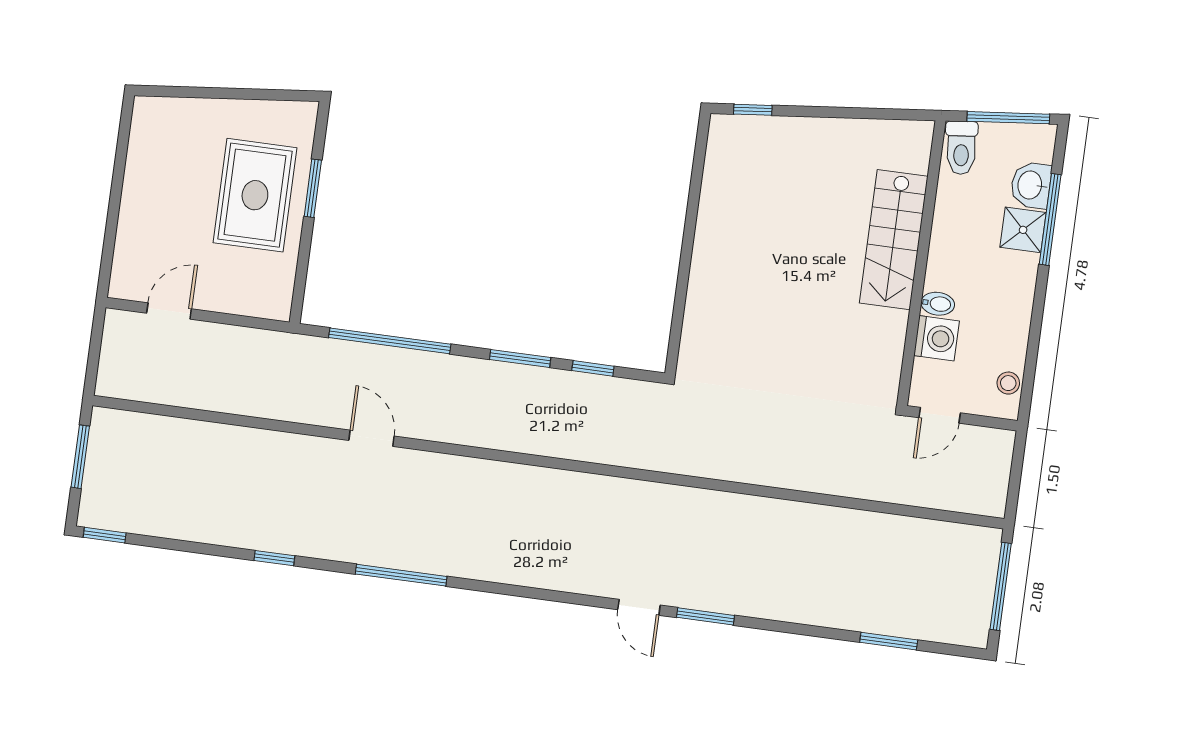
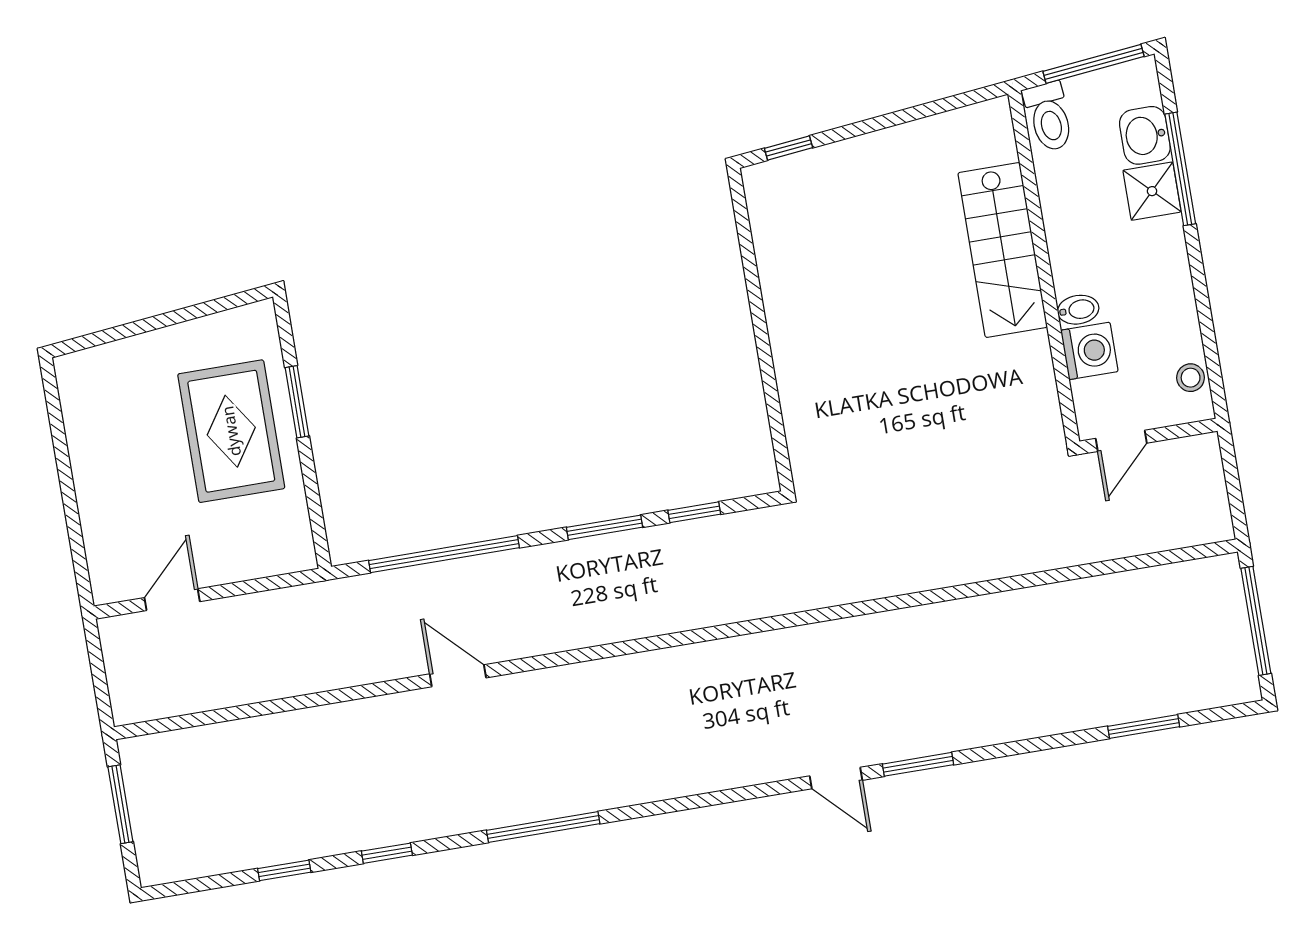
window: (105, 535) -> (284, 870), moved

